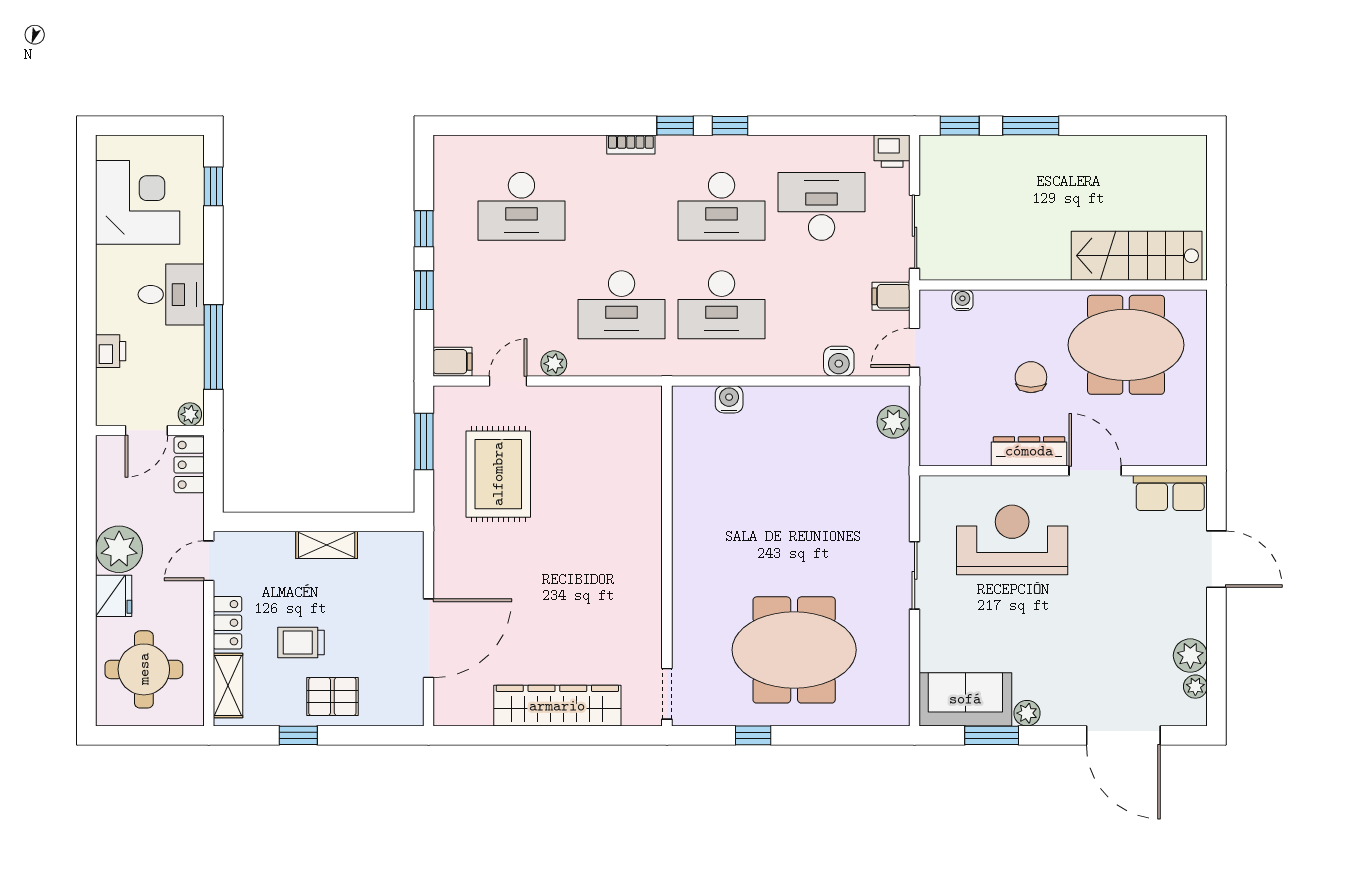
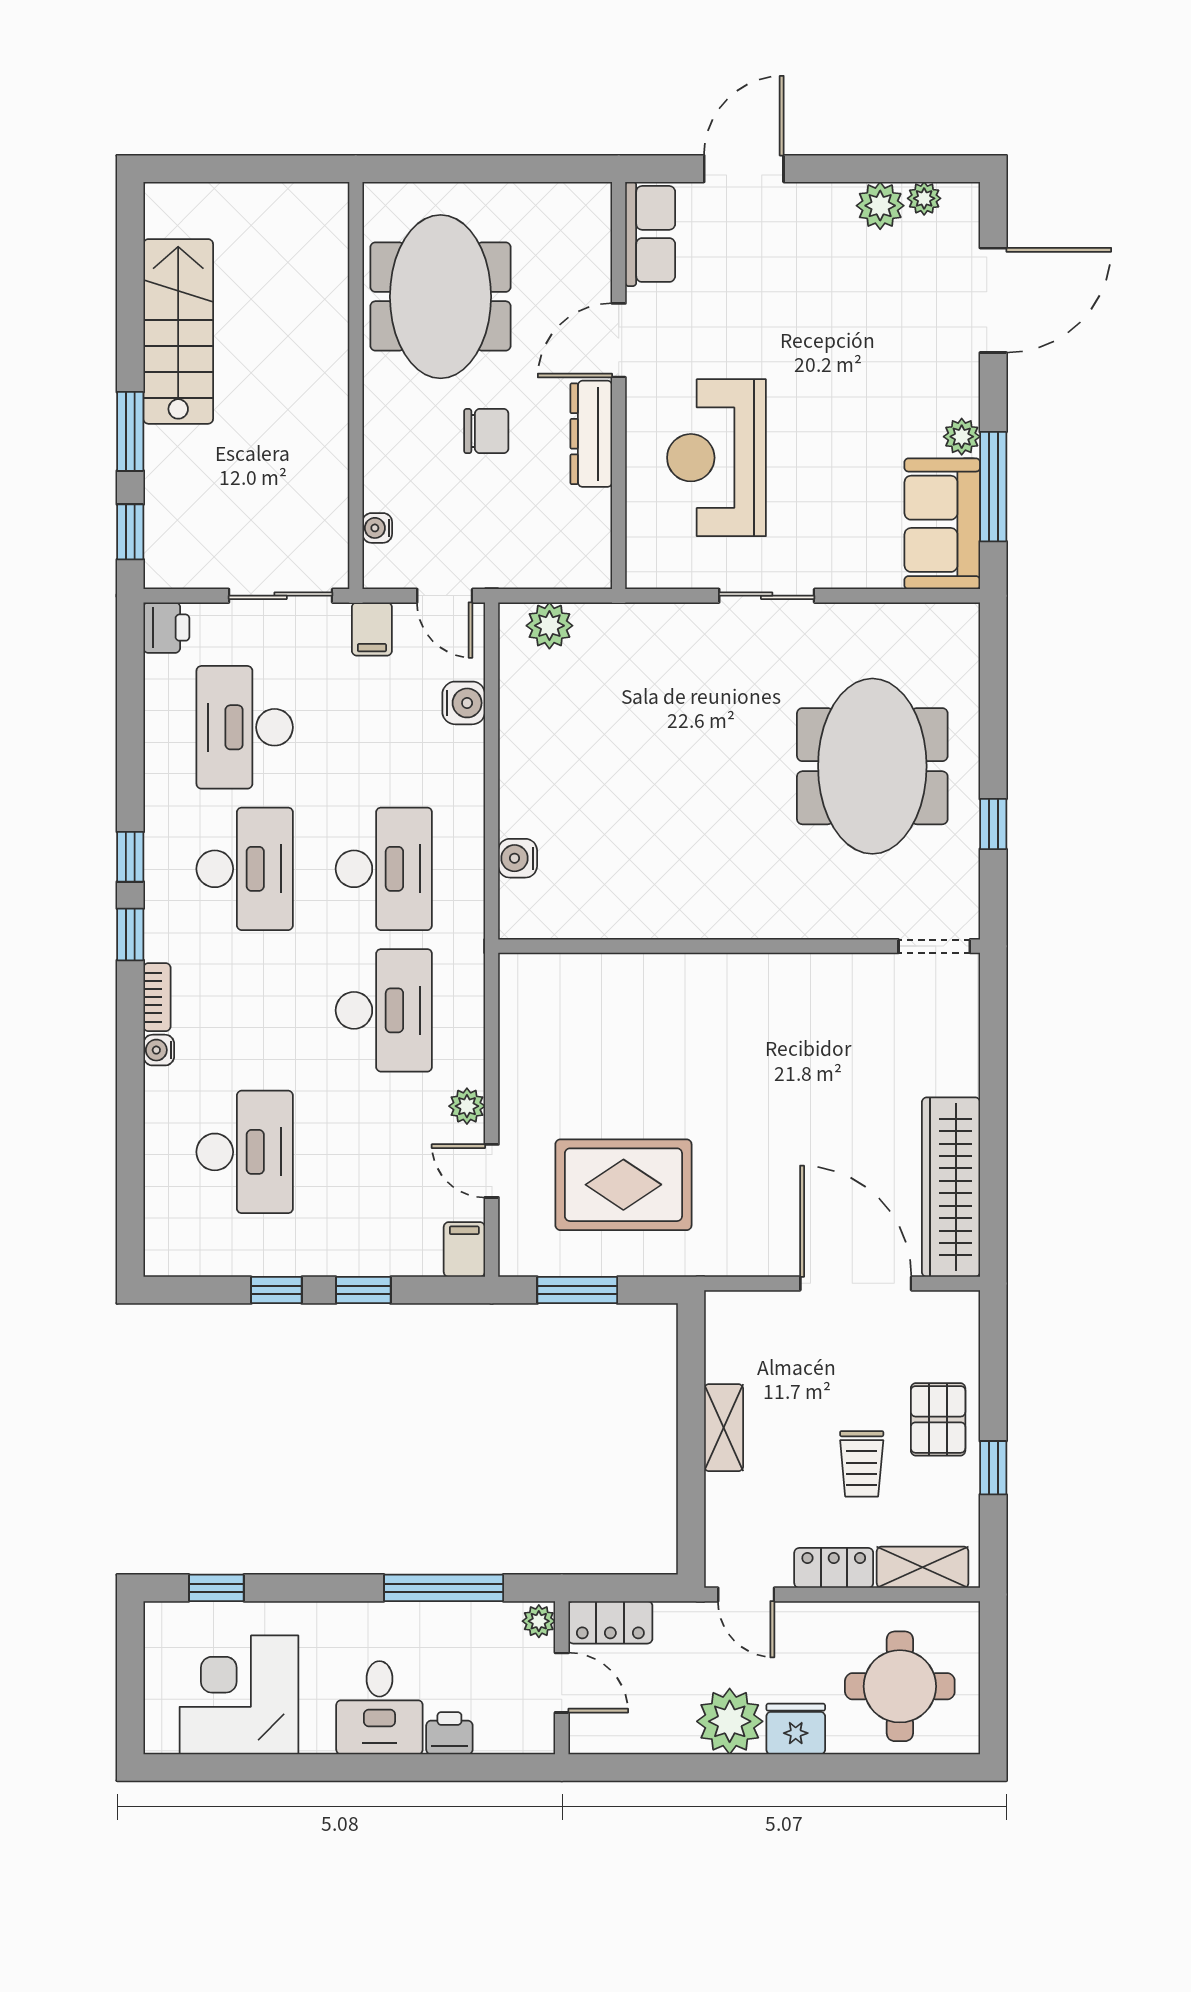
water cooler: (593, 146) -> (159, 1050), added
stairs: (1137, 256) -> (178, 331), moved, turned 180
desk: (171, 295) -> (379, 1708), moved, turned 180
chair: (1031, 377) -> (486, 431), turned 180
wardrobe: (557, 706) -> (951, 1187), moved
window: (992, 735) -> (993, 487), width x1.44

